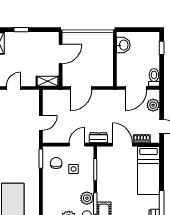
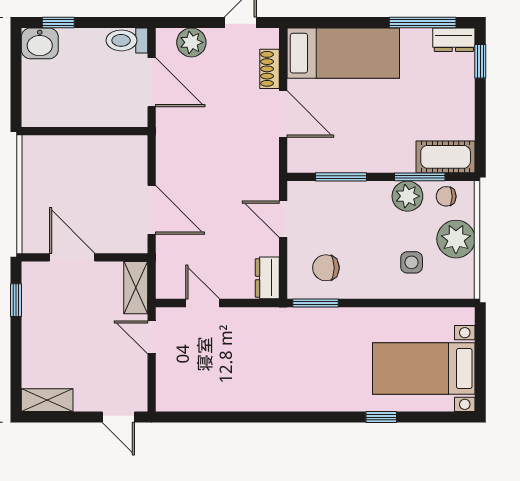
window: (21, 30) -> (16, 300), moved
washbasin: (123, 45) -> (40, 43), moved, turned 180
door: (13, 88) -> (152, 337), moved
door: (41, 123) -> (203, 303), moved
dresser: (98, 138) -> (267, 278), moved
door: (122, 145) -> (283, 114), swing flipped
side table: (74, 169) -> (412, 262), moved

